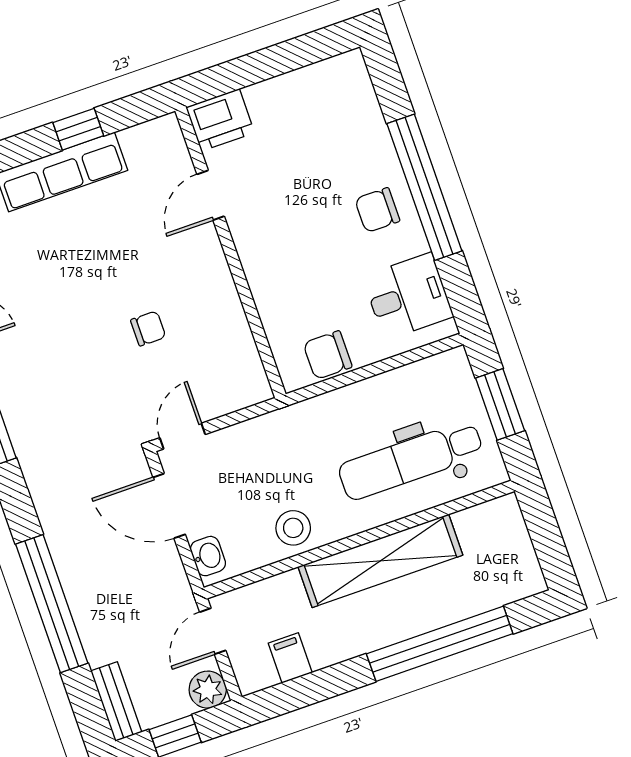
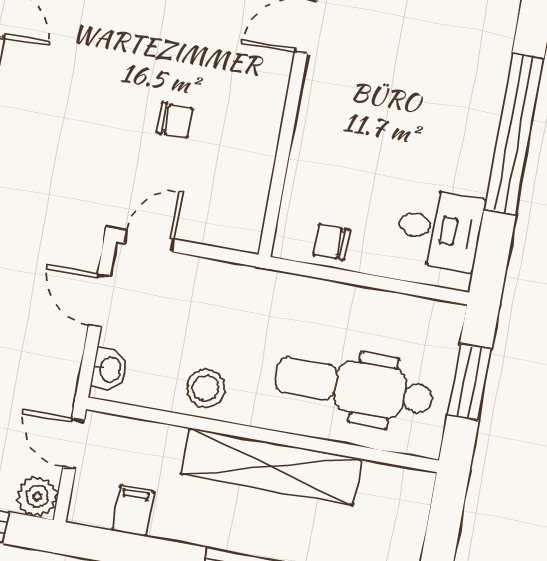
chair: (377, 210) -> (457, 130), removed
chair: (328, 355) -> (331, 242), width x0.73, depth x0.73
door: (169, 506) -> (99, 301), width x0.73
door: (213, 631) -> (74, 444), hinge flipped

